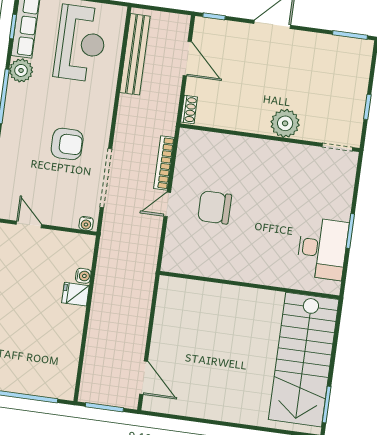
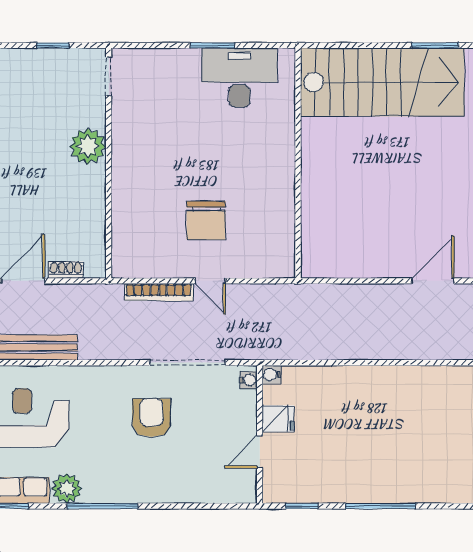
shoe rack: (189, 109) -> (66, 270), moved
water cooler: (83, 276) -> (271, 375), moved, turned -90
fridge: (75, 294) -> (278, 419), moved, turned -90

